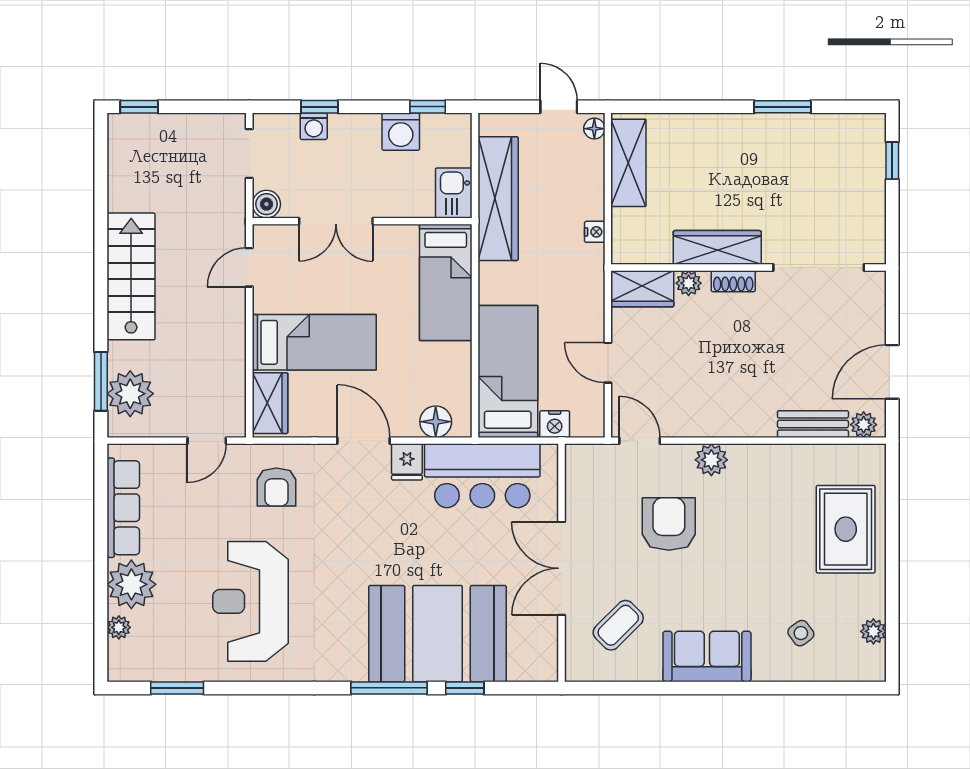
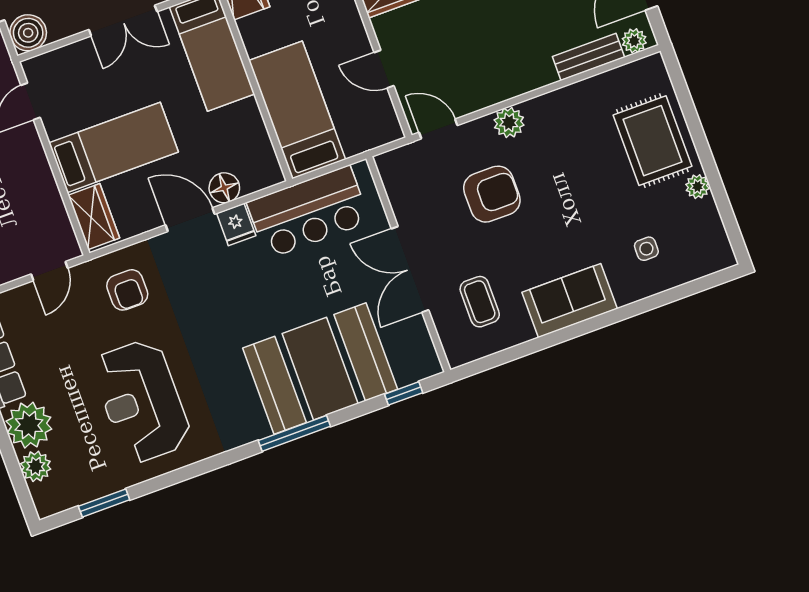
boiler: (266, 204) -> (28, 33), width x1.36, depth x1.36
double door: (336, 221) -> (123, 21), moved
floor lamp: (436, 422) -> (224, 188), moved
nightstand: (555, 424) -> (356, 142), removed
armchair: (669, 524) -> (492, 194), turned 90
coffee table: (618, 625) -> (480, 302), turned -45
plant: (119, 627) -> (36, 466), width x1.38, depth x1.38
plant: (873, 631) -> (698, 187), moved
side table: (801, 633) -> (646, 249), turned 36
window: (465, 688) -> (404, 393), moved

